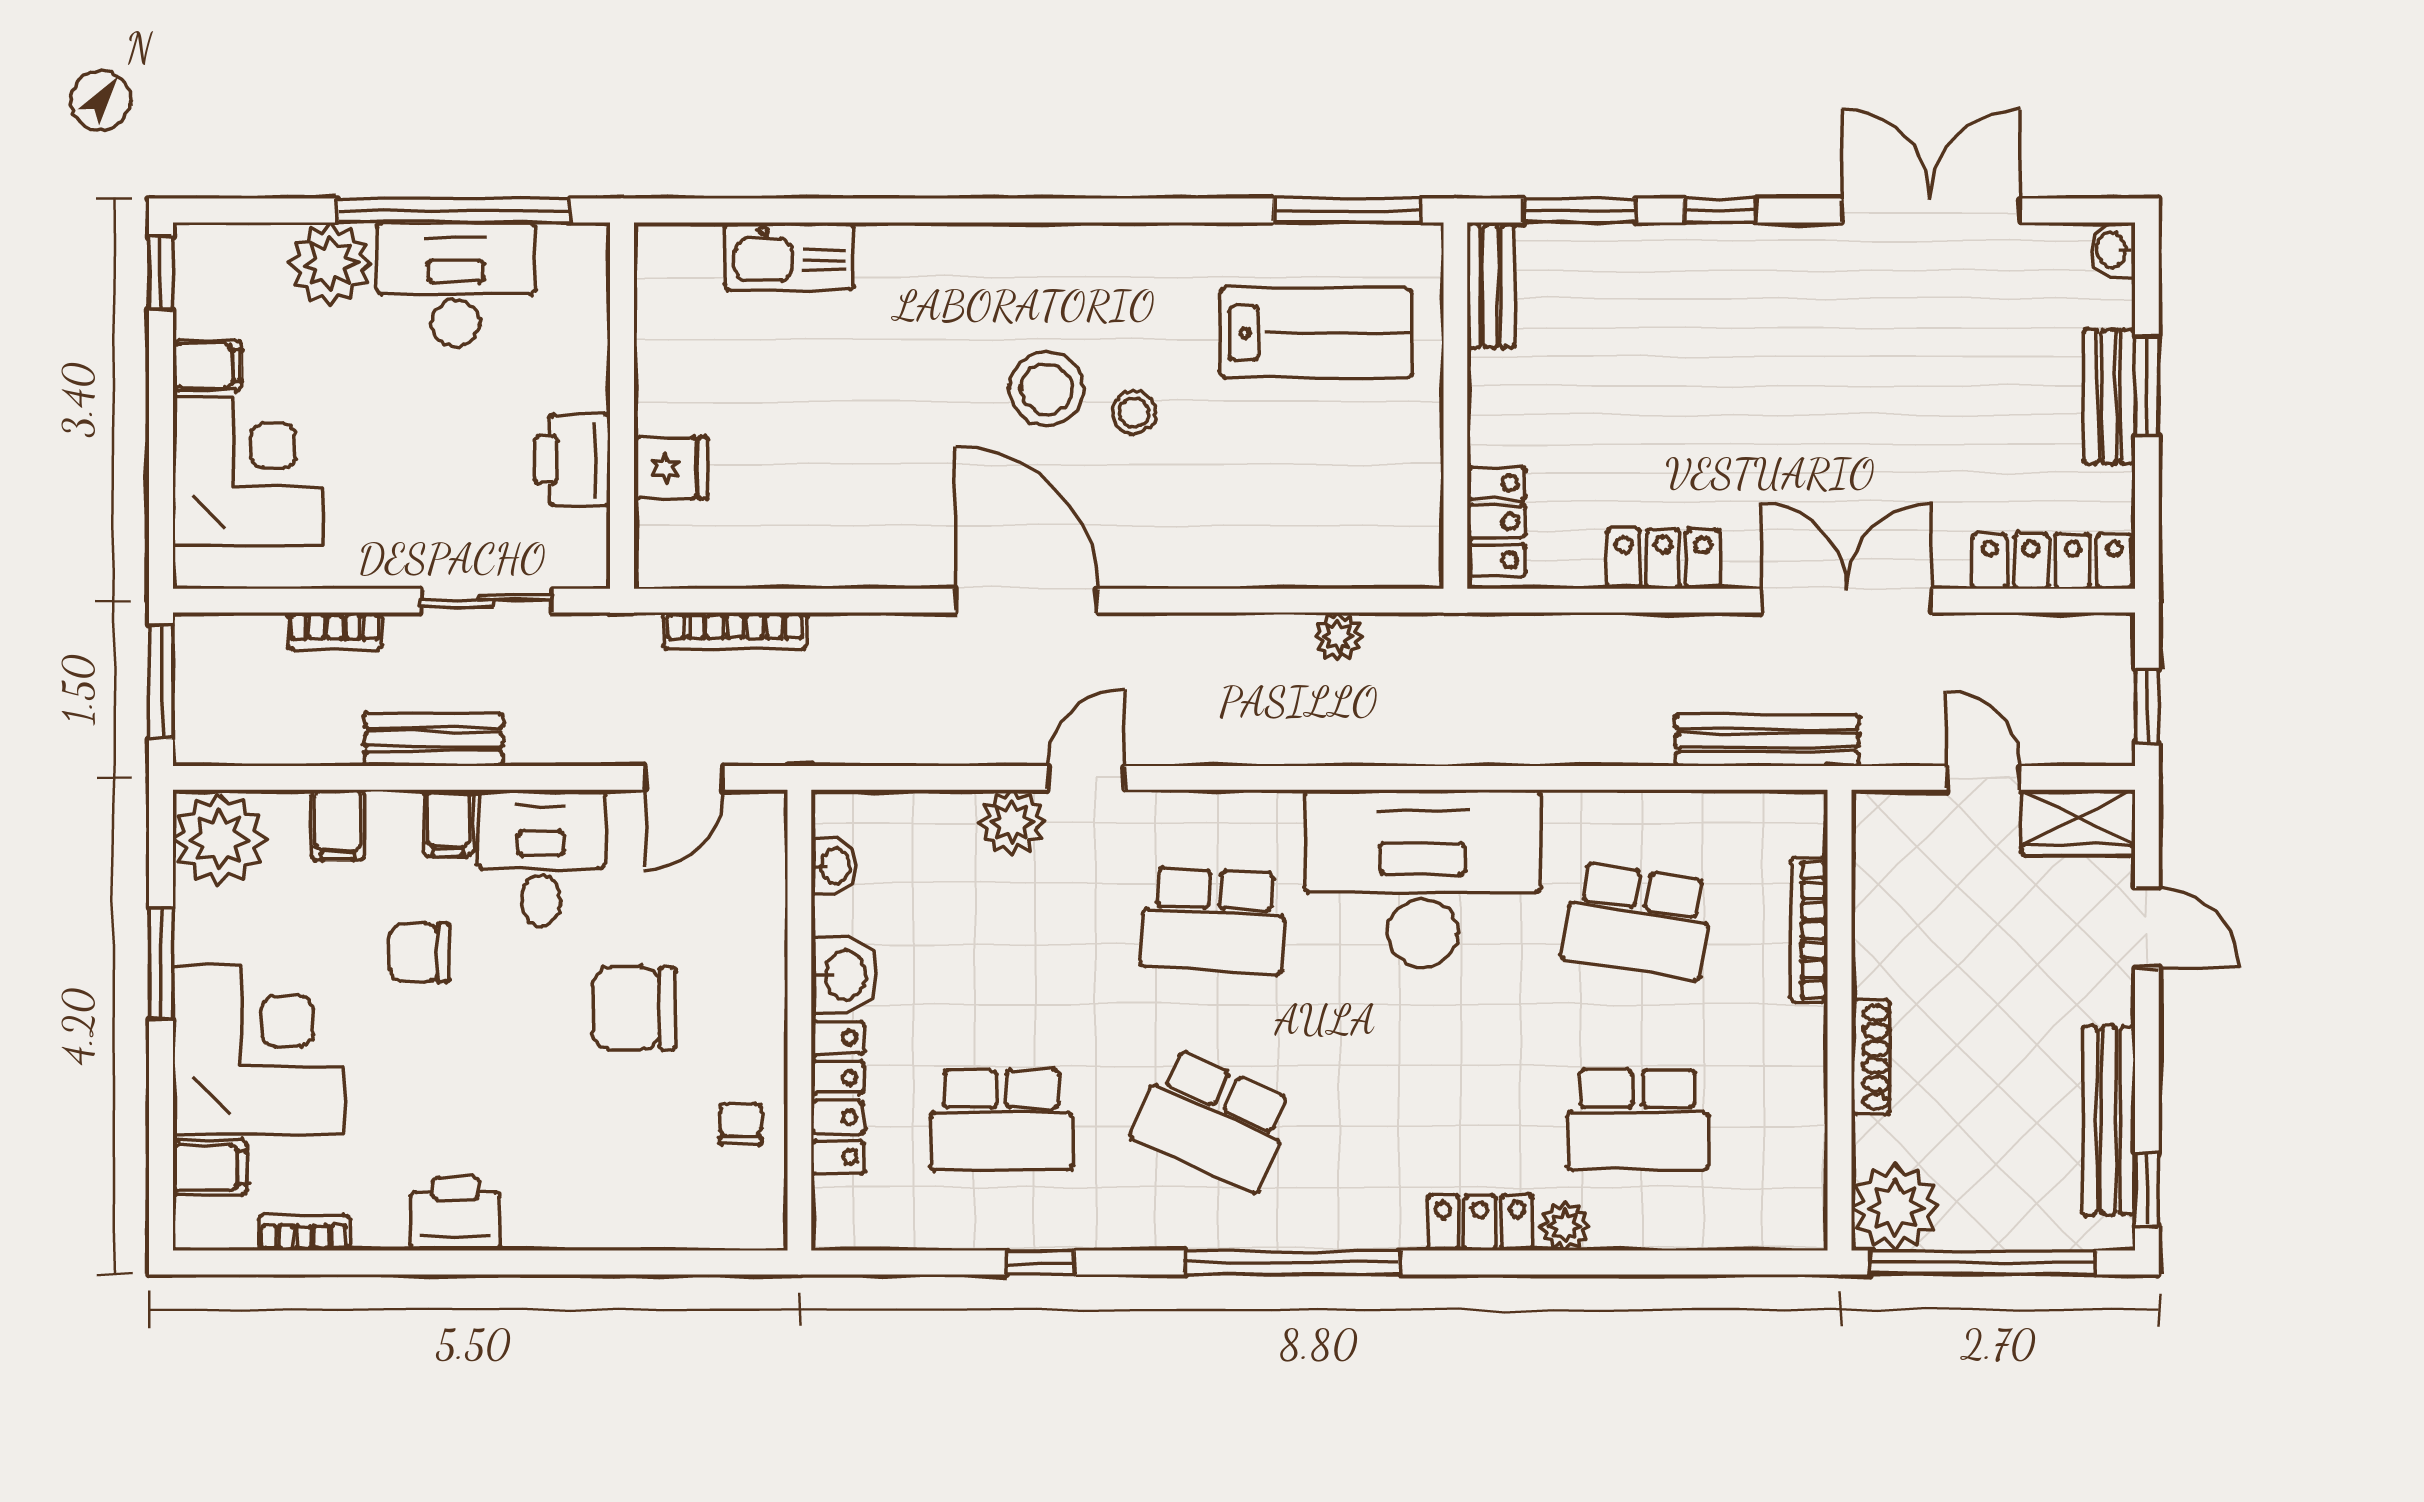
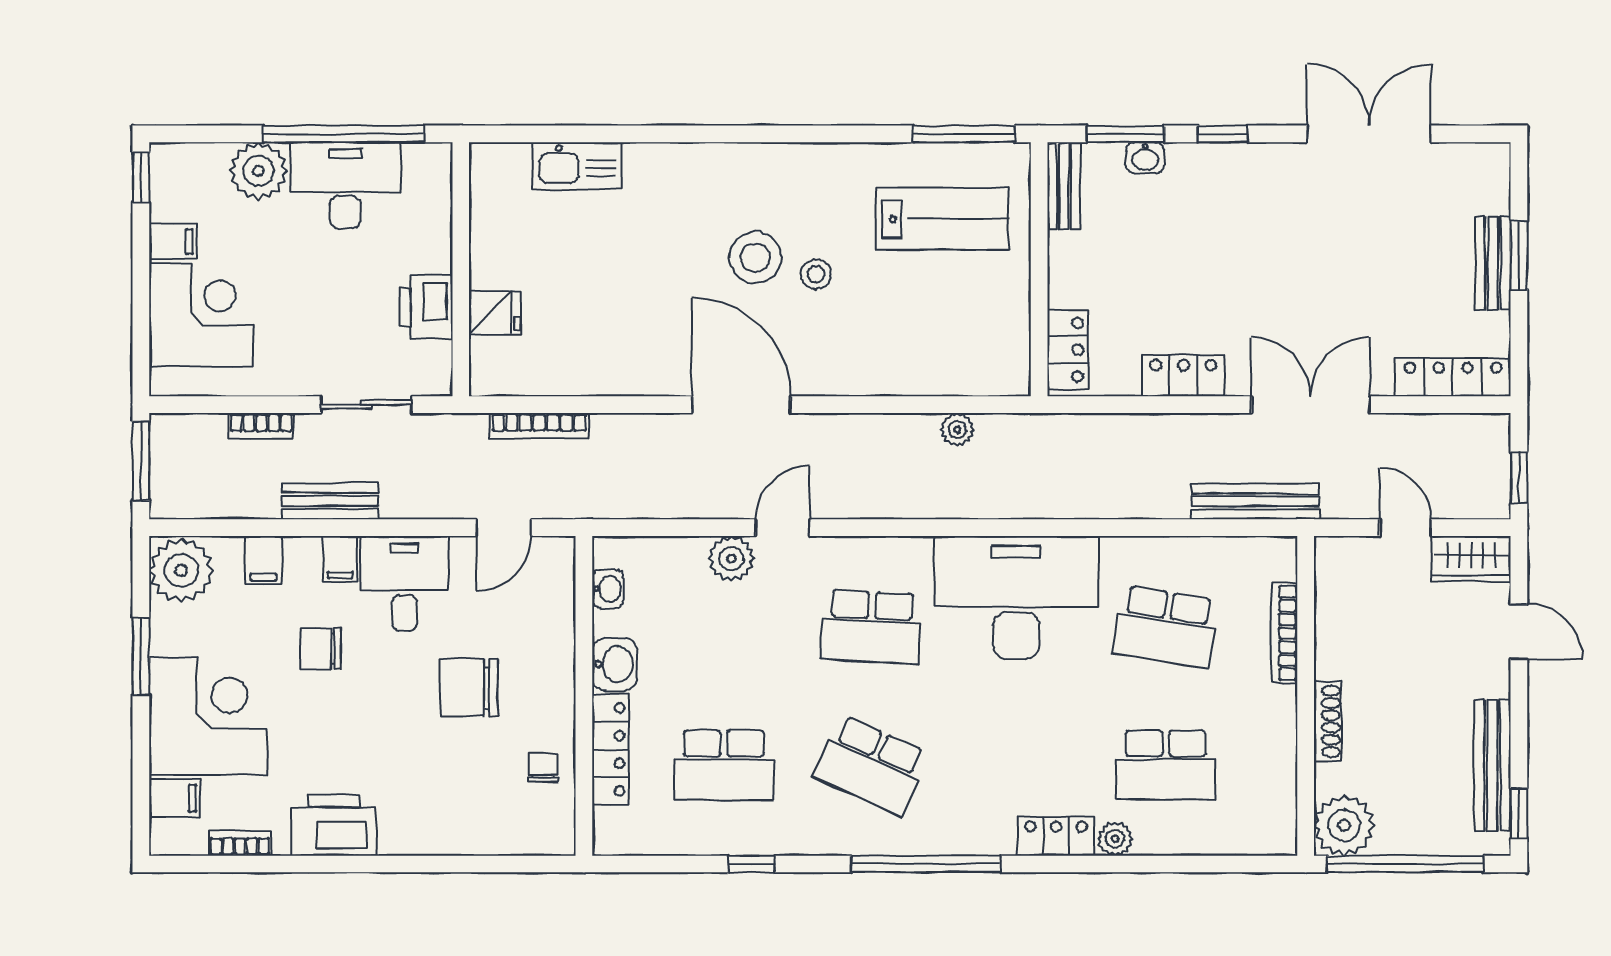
washbasin: (2113, 250) -> (1145, 158), moved, turned -90
printer: (456, 1214) -> (334, 825), width x1.37, depth x1.19

